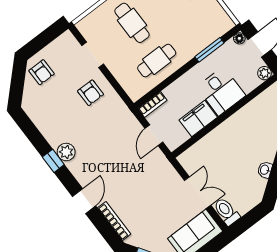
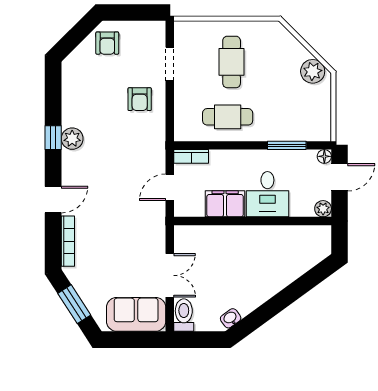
washbasin: (265, 170) -> (231, 318), moved

